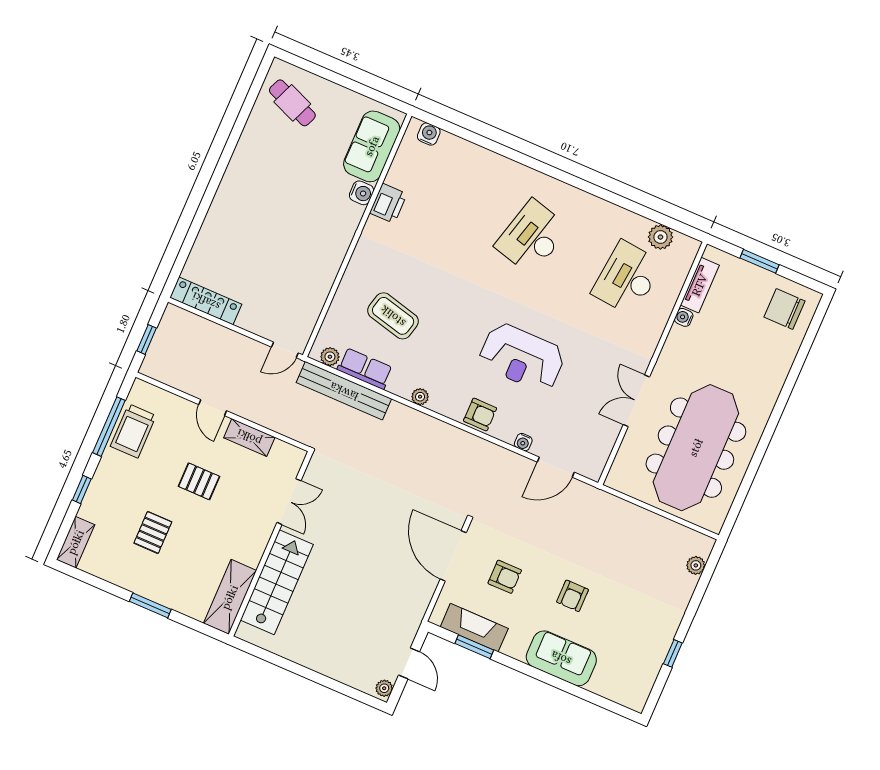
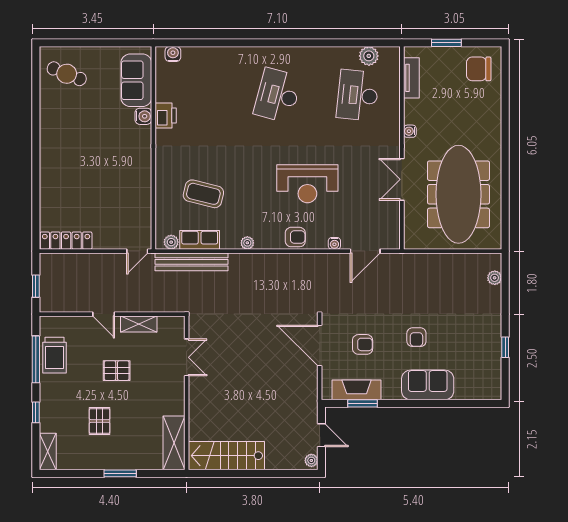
water cooler: (684, 317) -> (410, 131), moved
stairs: (277, 582) -> (226, 456), moved, turned -90

